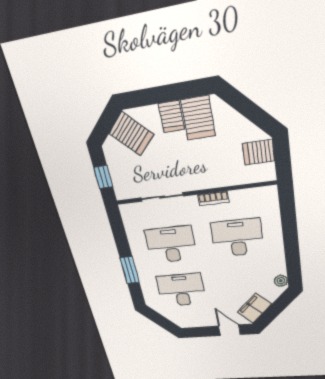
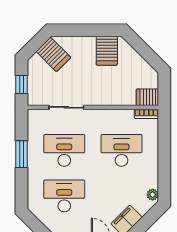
server rack: (171, 117) -> (87, 47), removed
server rack: (259, 152) -> (147, 97), moved
bookcase: (213, 198) -> (146, 114), moved
window: (130, 270) -> (22, 154), moved

